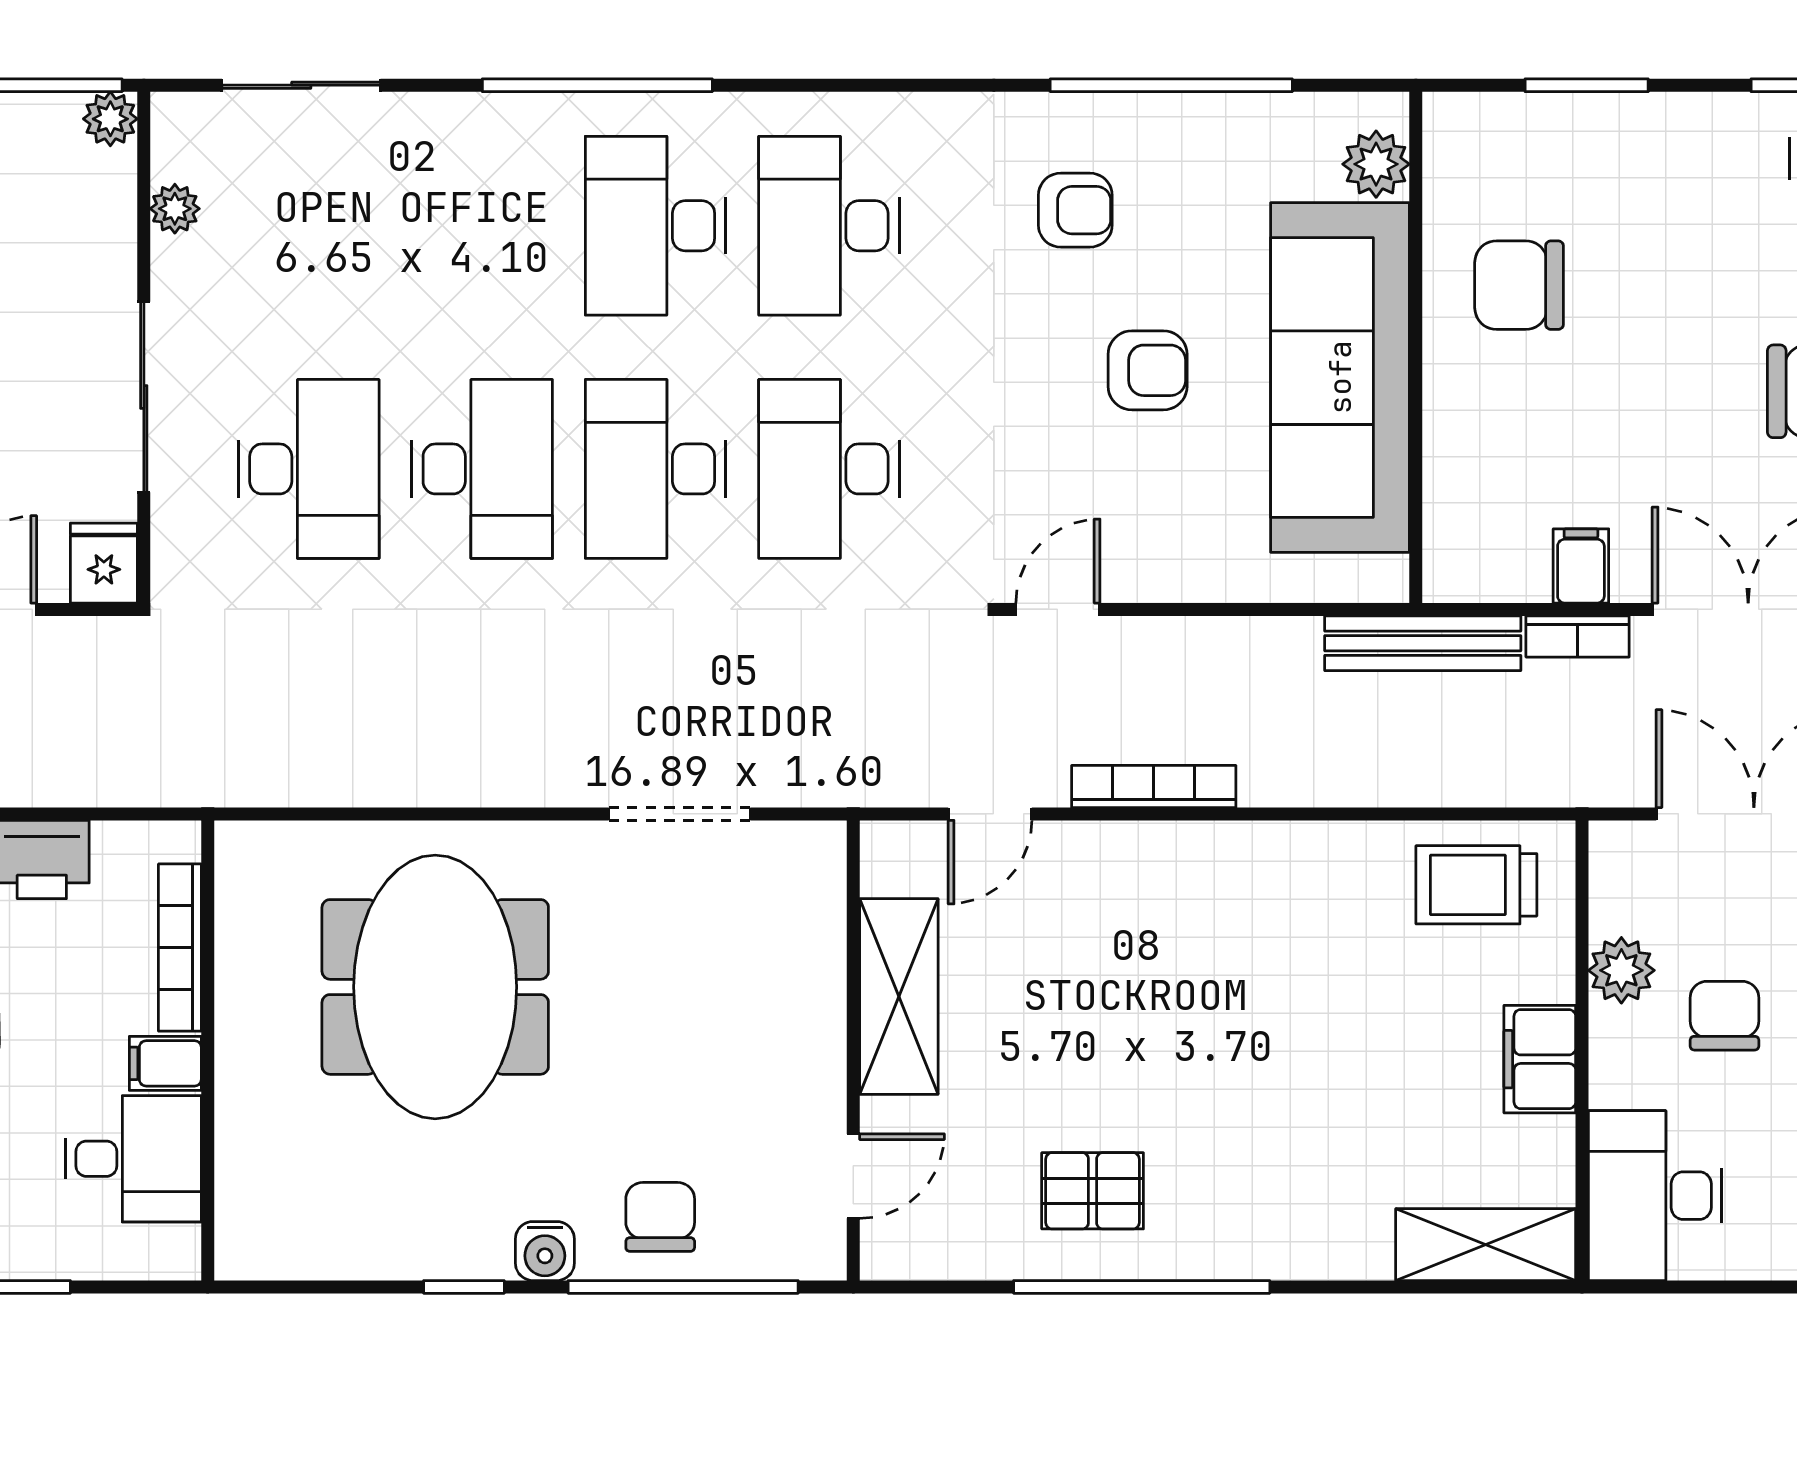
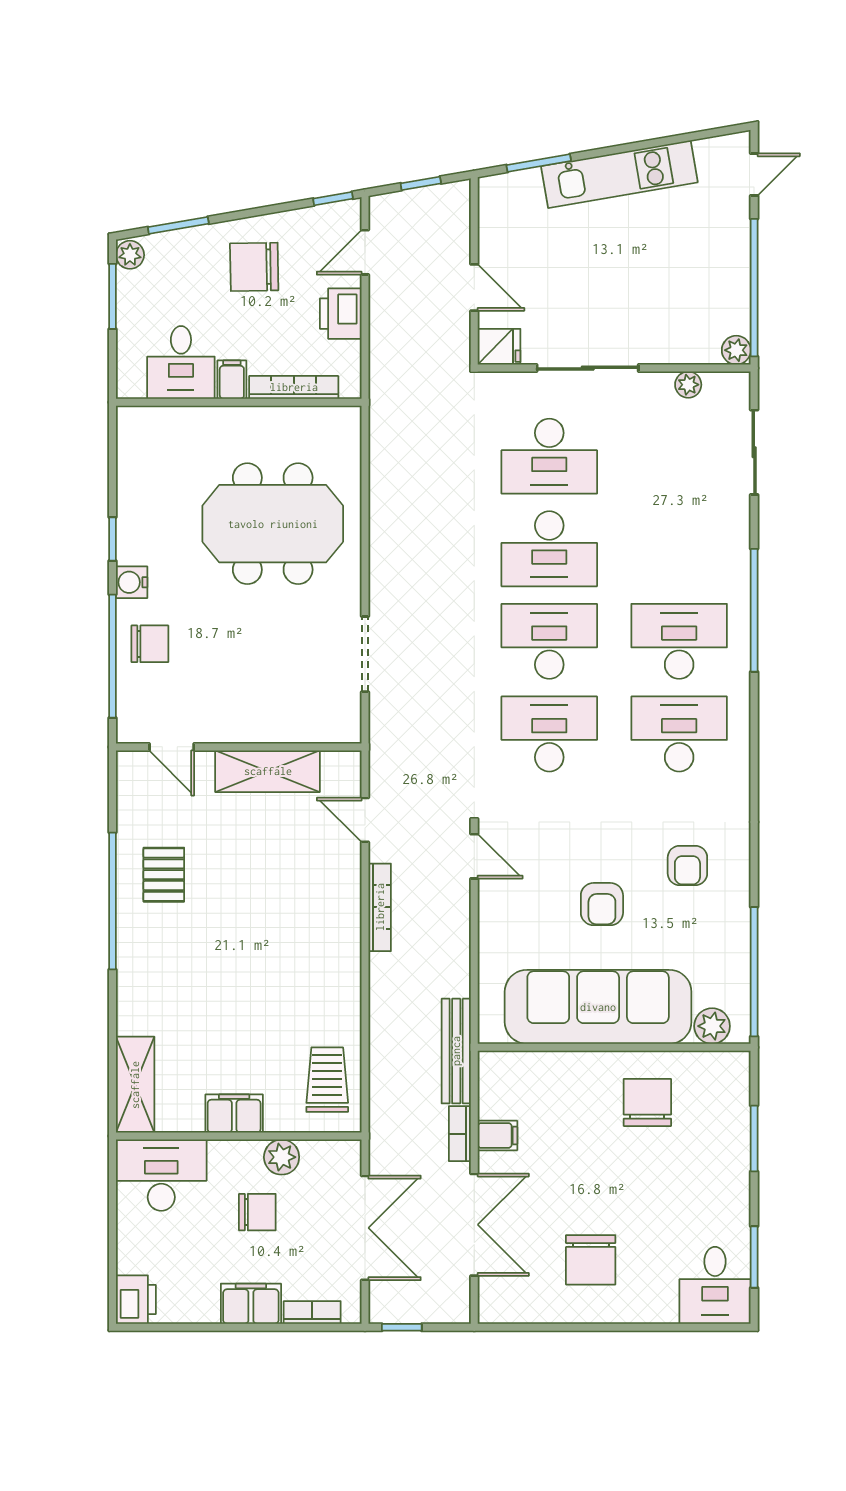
window: (1171, 85) -> (754, 972), moved

